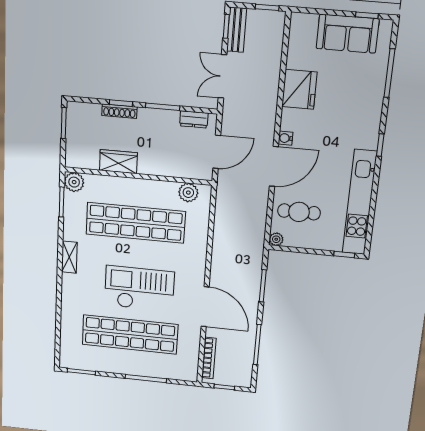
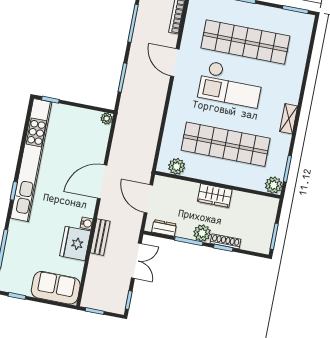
bench: (237, 30) -> (100, 237), moved
sofa: (348, 34) -> (56, 288), moved
plant: (148, 118) -> (202, 233), added
water cooler: (286, 138) -> (87, 223), moved
door: (217, 152) -> (148, 199), hinge flipped
wardrobe: (118, 162) -> (215, 195), moved
kitchen unit: (360, 203) -> (31, 160), width x1.36
cafe table: (299, 212) -> (85, 141), removed
door: (205, 307) -> (175, 63), width x0.73

